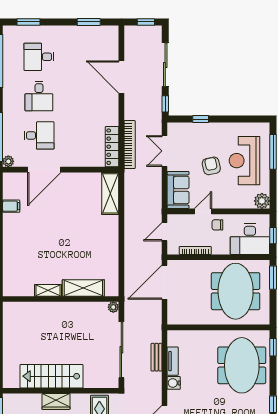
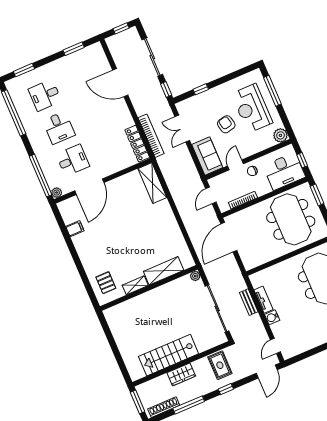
pallet: (19, 275) -> (106, 283), added

